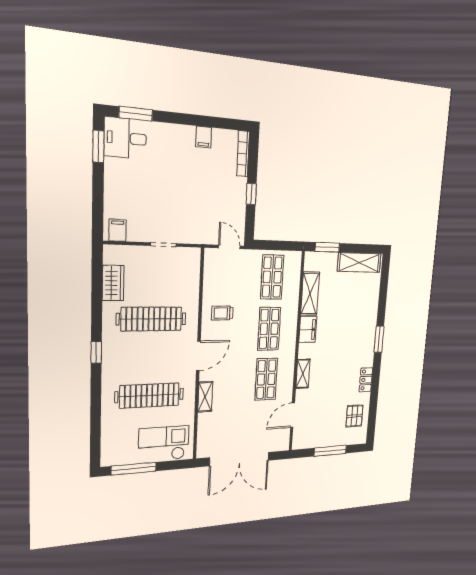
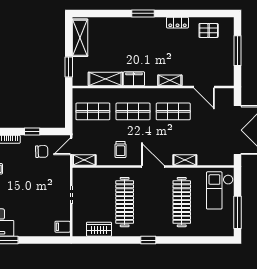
chair: (224, 206) -> (42, 152), added
shelving: (211, 264) -> (84, 160), added

